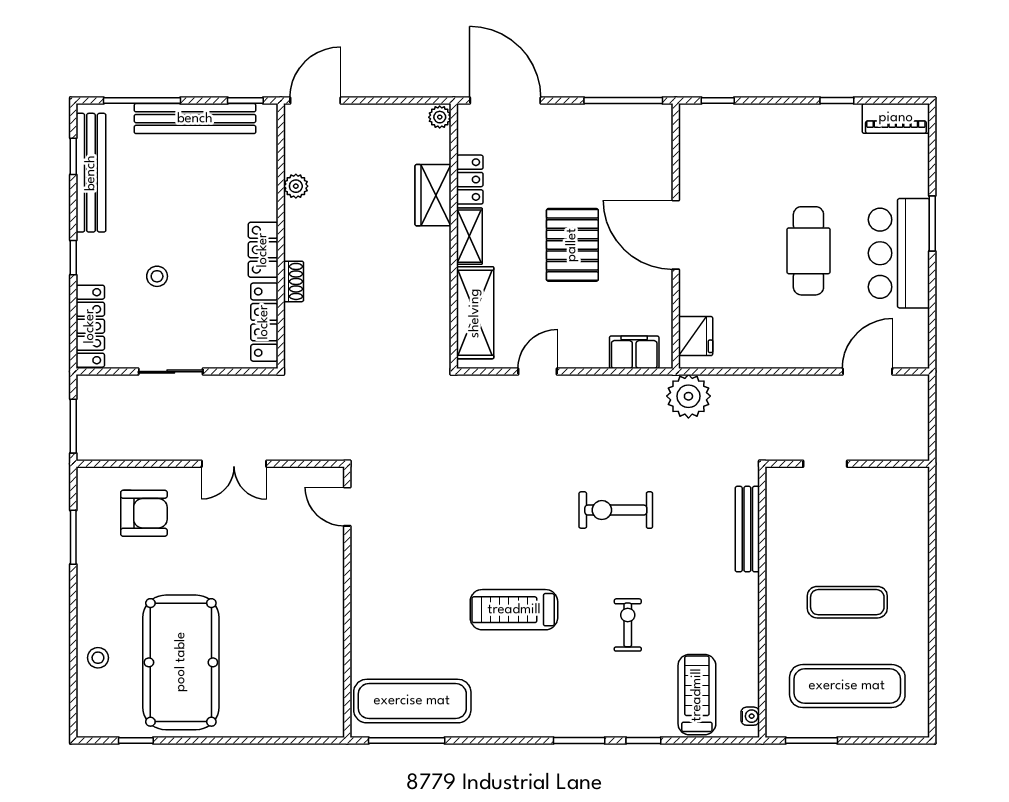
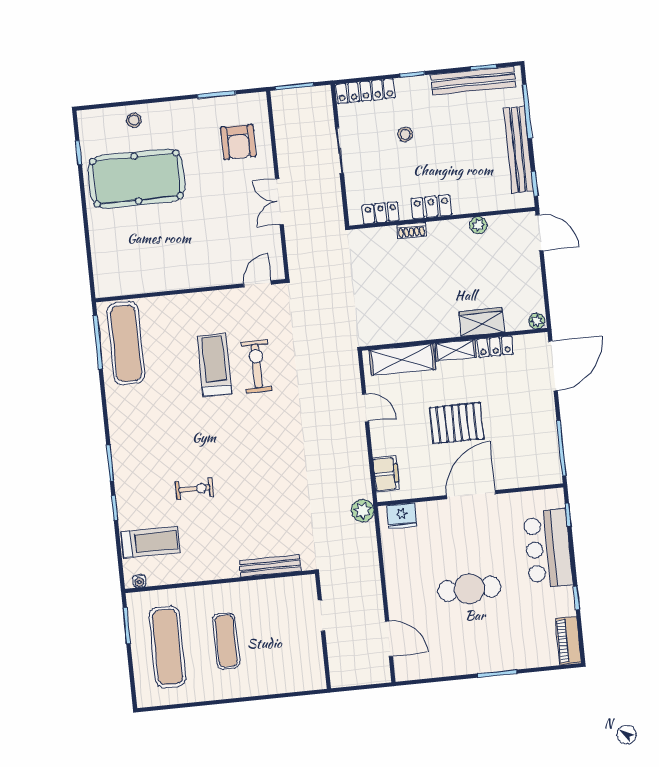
bar counter: (899, 253) -> (548, 549), moved, turned -90
locker: (264, 322) -> (381, 213), width x0.66
plant: (688, 396) -> (363, 511), width x0.73, depth x0.73
exercise bike: (616, 510) -> (257, 366), moved
treadmill: (514, 610) -> (214, 365), moved

